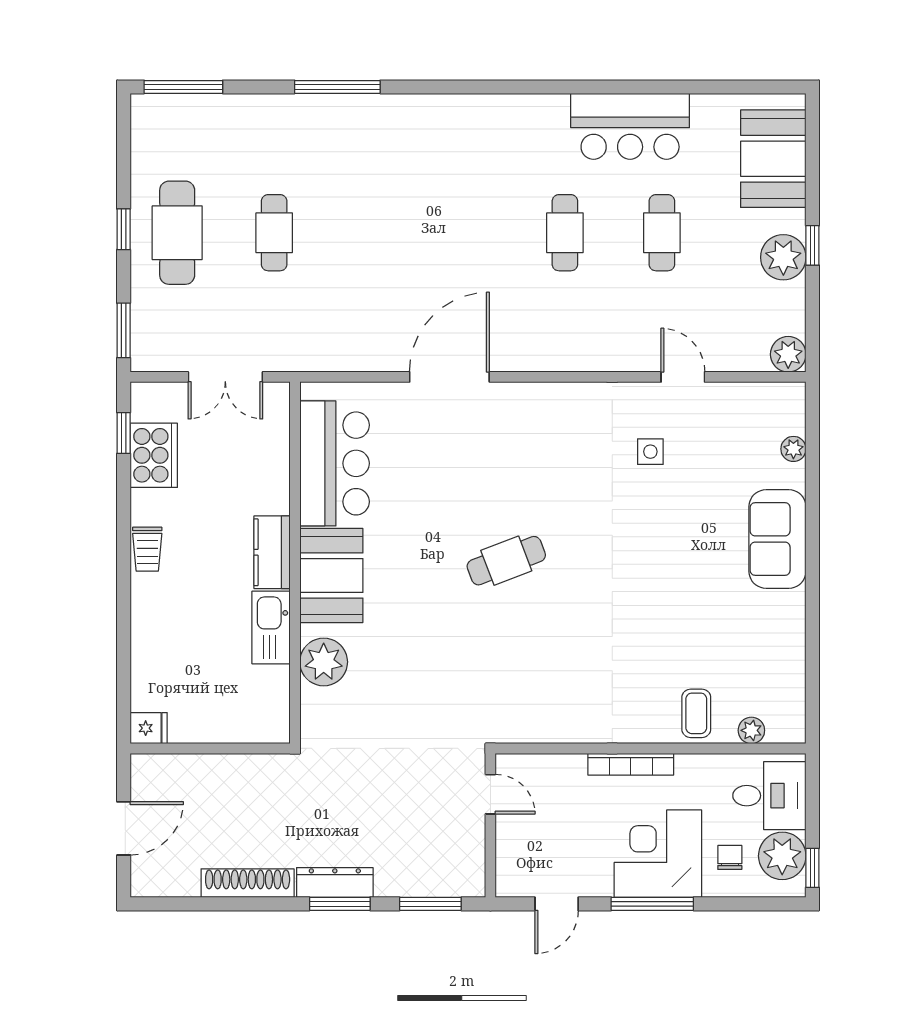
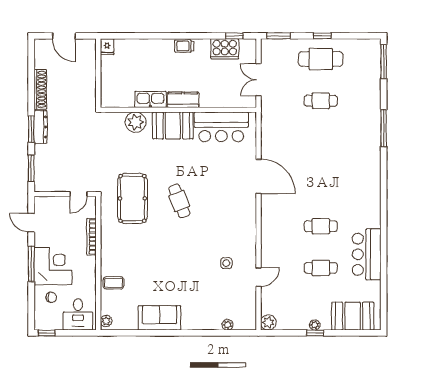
plant: (783, 257) -> (315, 325), width x0.53, depth x0.53
sofa: (777, 539) -> (159, 318), moved
pool table: (501, 669) -> (132, 198), added
plant: (751, 730) -> (106, 321), moved
bookcase: (631, 764) -> (91, 237), moved
plant: (782, 856) -> (52, 320), removed

